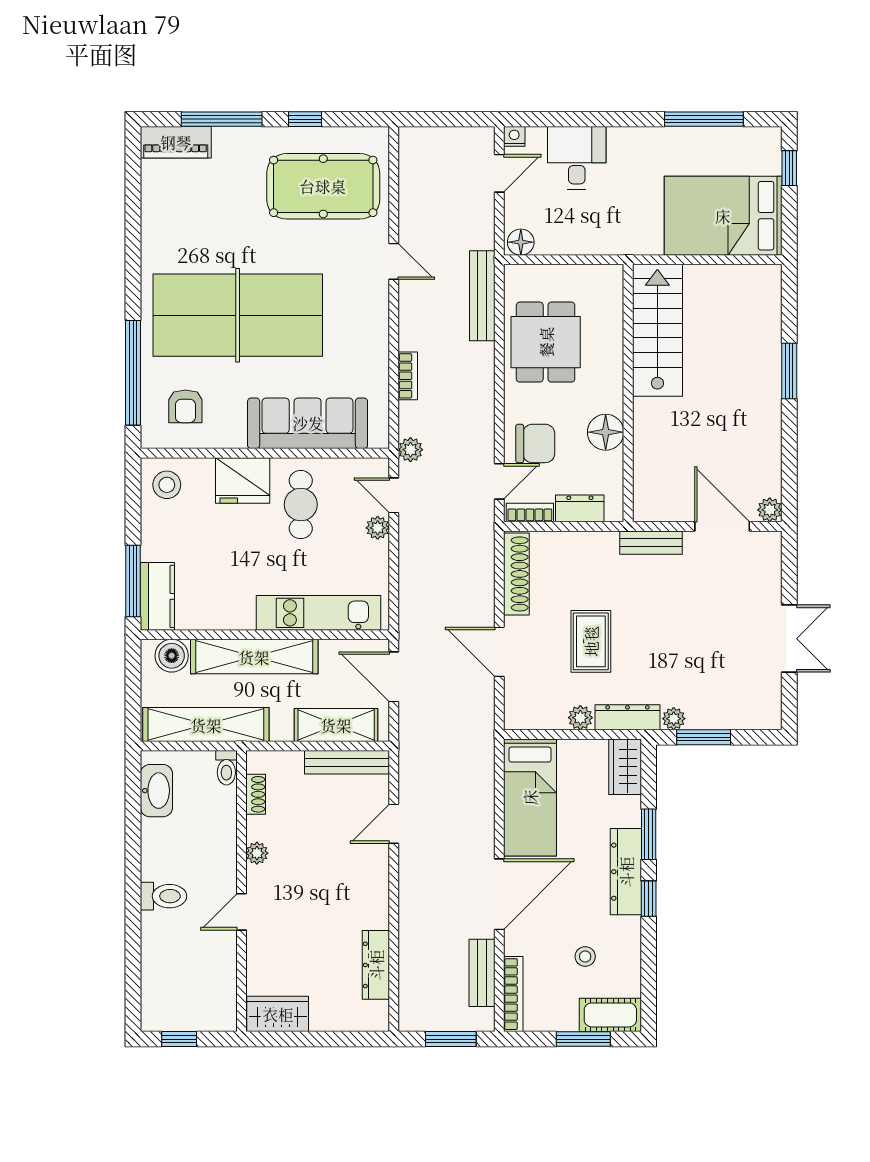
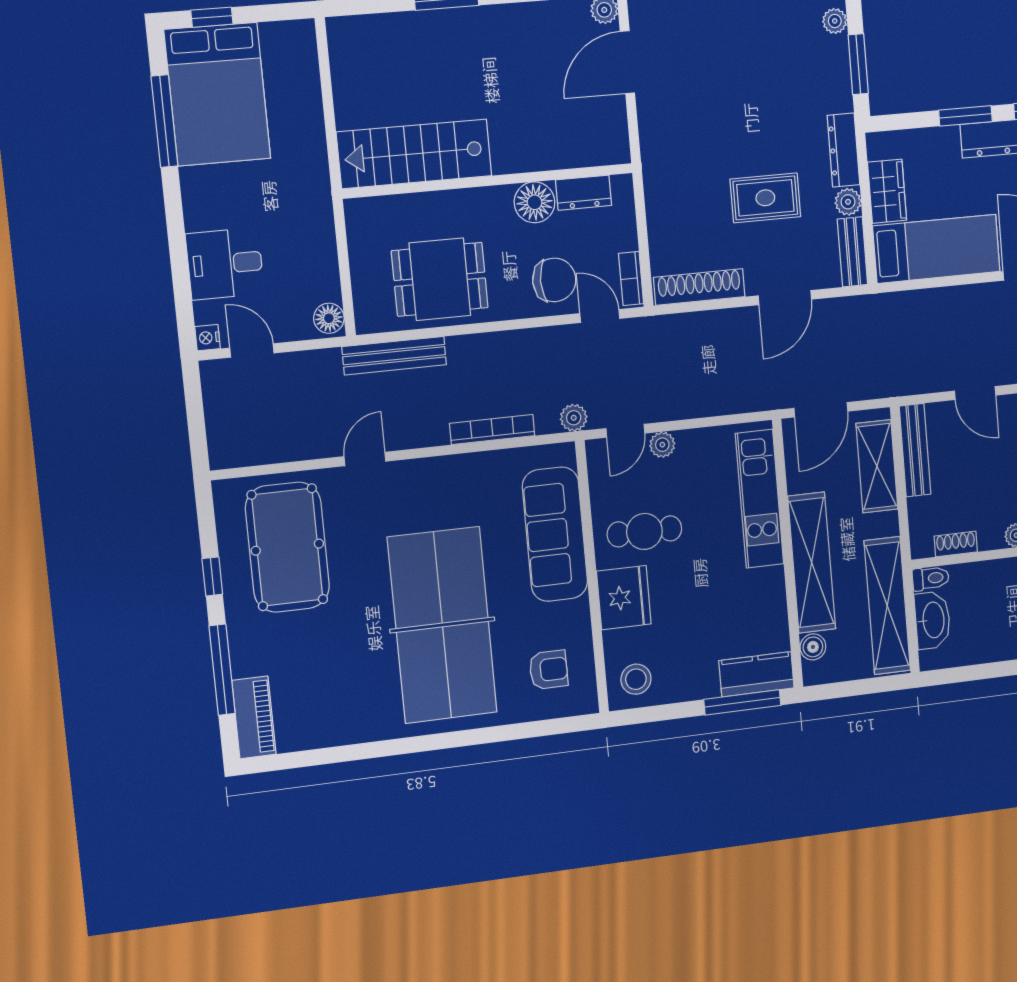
bed: (723, 216) -> (217, 94), moved
window: (133, 373) -> (517, 731), removed
bookcase: (408, 376) -> (492, 430), width x1.56
chair: (535, 443) -> (554, 280), turned 90
dresser: (580, 508) -> (584, 193), moved, turned -90
bench: (651, 543) -> (852, 252), moved
boiler: (172, 656) -> (813, 647), width x0.73, depth x0.73
plant: (674, 719) -> (835, 21), moved
wardrobe: (625, 767) -> (887, 191), moved, turned -90
washbasin: (156, 791) -> (933, 620), moved, turned 90

